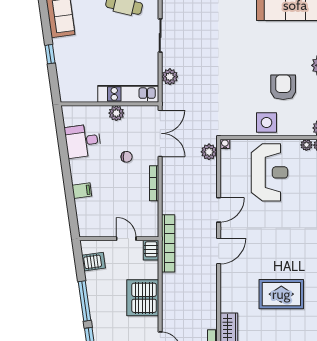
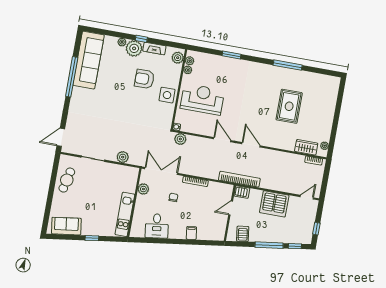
kitchen unit: (128, 94) -> (125, 214), moved
plant: (116, 113) -> (143, 189), moved

